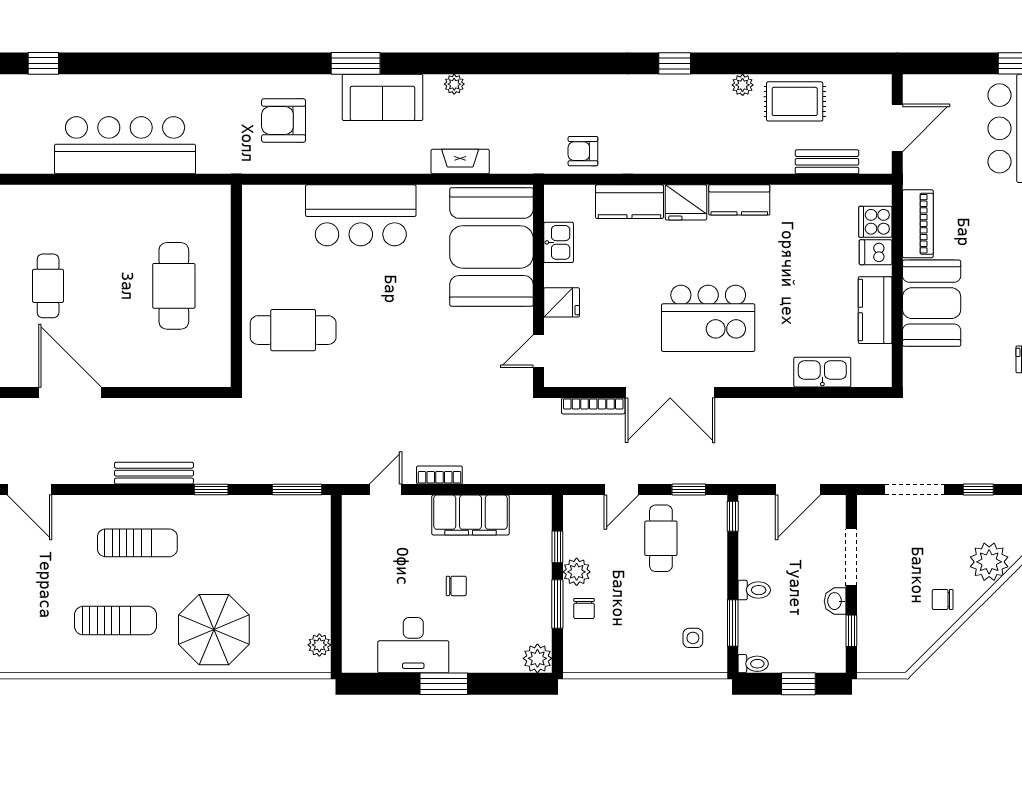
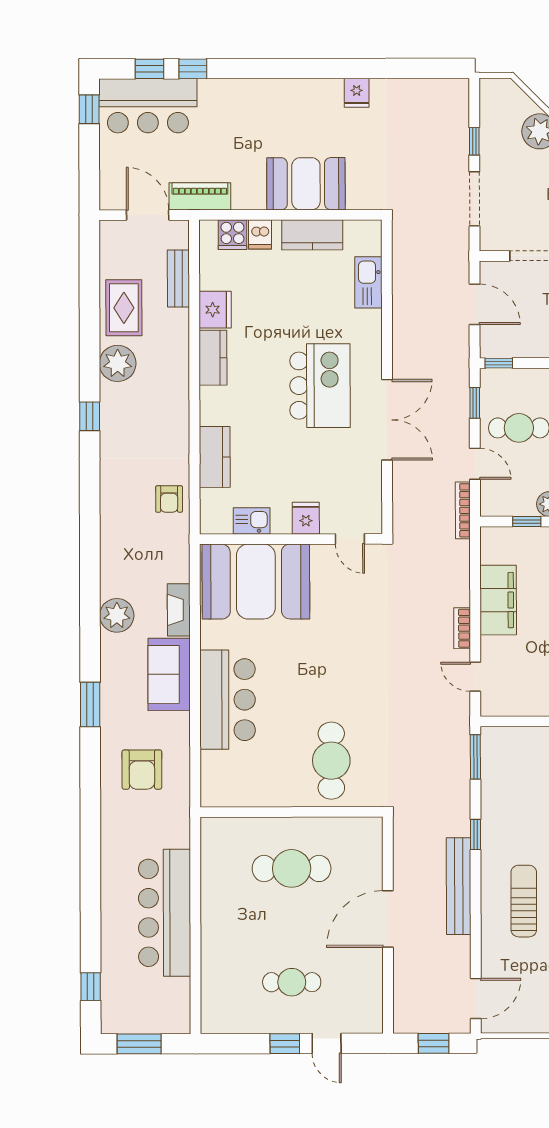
plant: (454, 84) -> (117, 615), width x1.88, depth x1.88
plant: (743, 85) -> (118, 363), width x1.88, depth x1.88
sofa: (383, 97) -> (169, 674), moved, turned 180
fridge: (686, 202) -> (215, 310), moved
piano: (918, 224) -> (200, 196), moved
door: (70, 392) -> (388, 919), moved
bookcase: (593, 406) -> (463, 510), moved, turned 180
bench: (154, 473) -> (459, 886), width x1.37, depth x1.21

